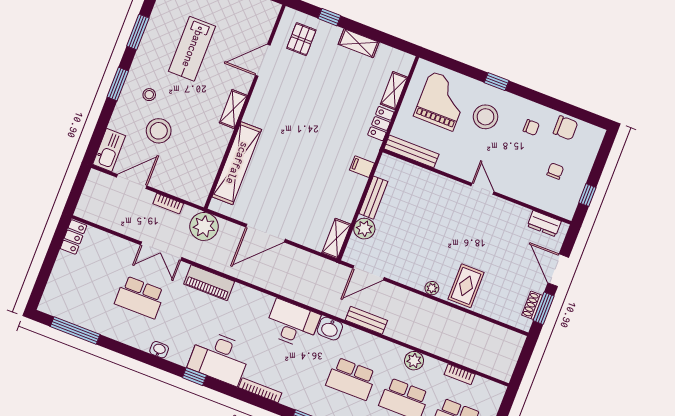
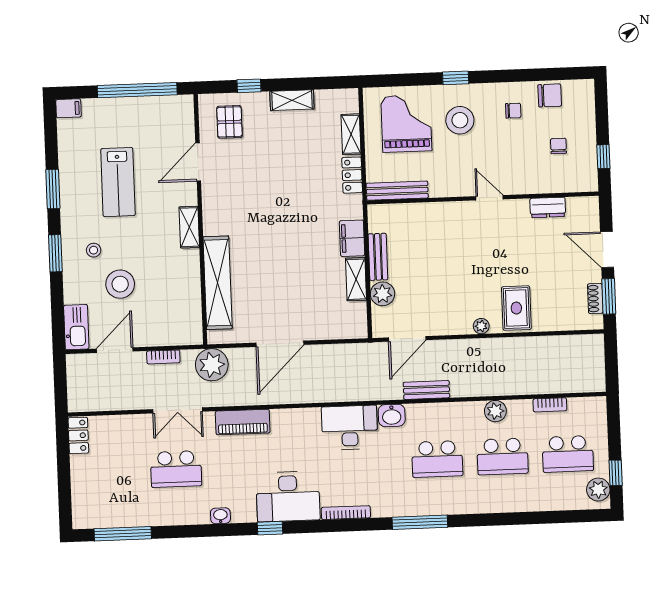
filing cabinet: (362, 167) -> (352, 238), width x2.00
dresser: (544, 224) -> (548, 207), moved
shelving: (336, 239) -> (356, 279), moved

